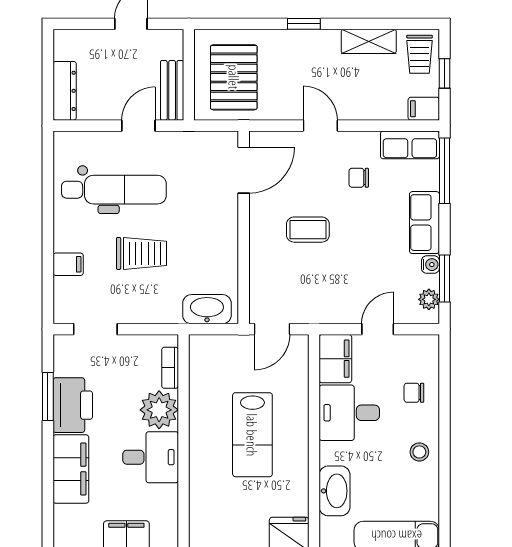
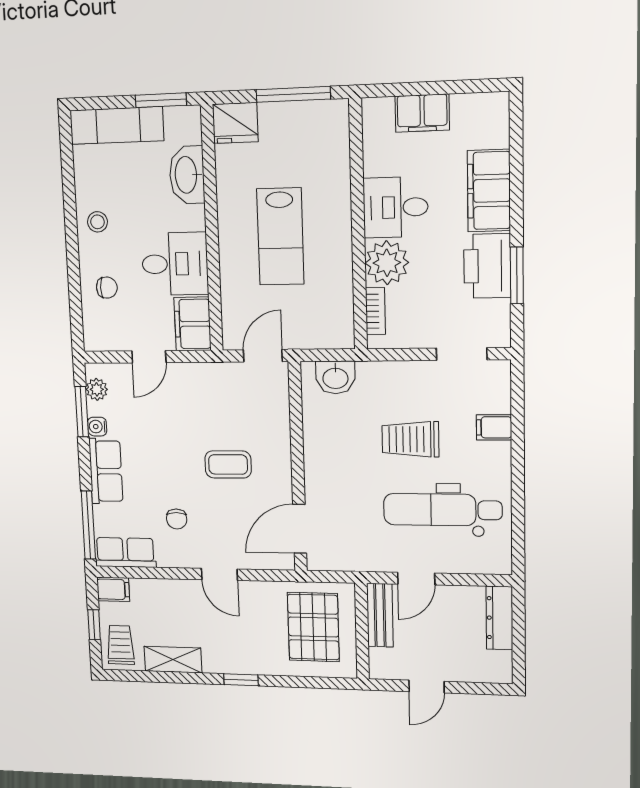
chair: (359, 178) -> (177, 519), turned 90
washbasin: (207, 309) -> (335, 377), width x0.72
lab bench: (252, 435) -> (280, 237), turned 180

